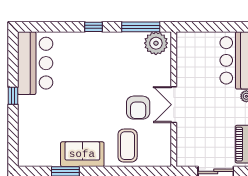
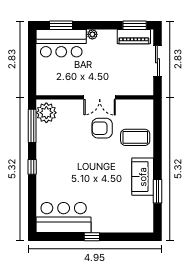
armchair: (138, 108) -> (102, 128), turned 180

